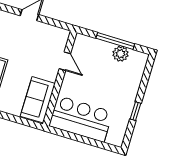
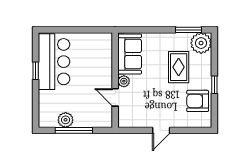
plant: (52, 75) -> (124, 81), added
bar counter: (81, 119) -> (54, 62), moved, turned -90

